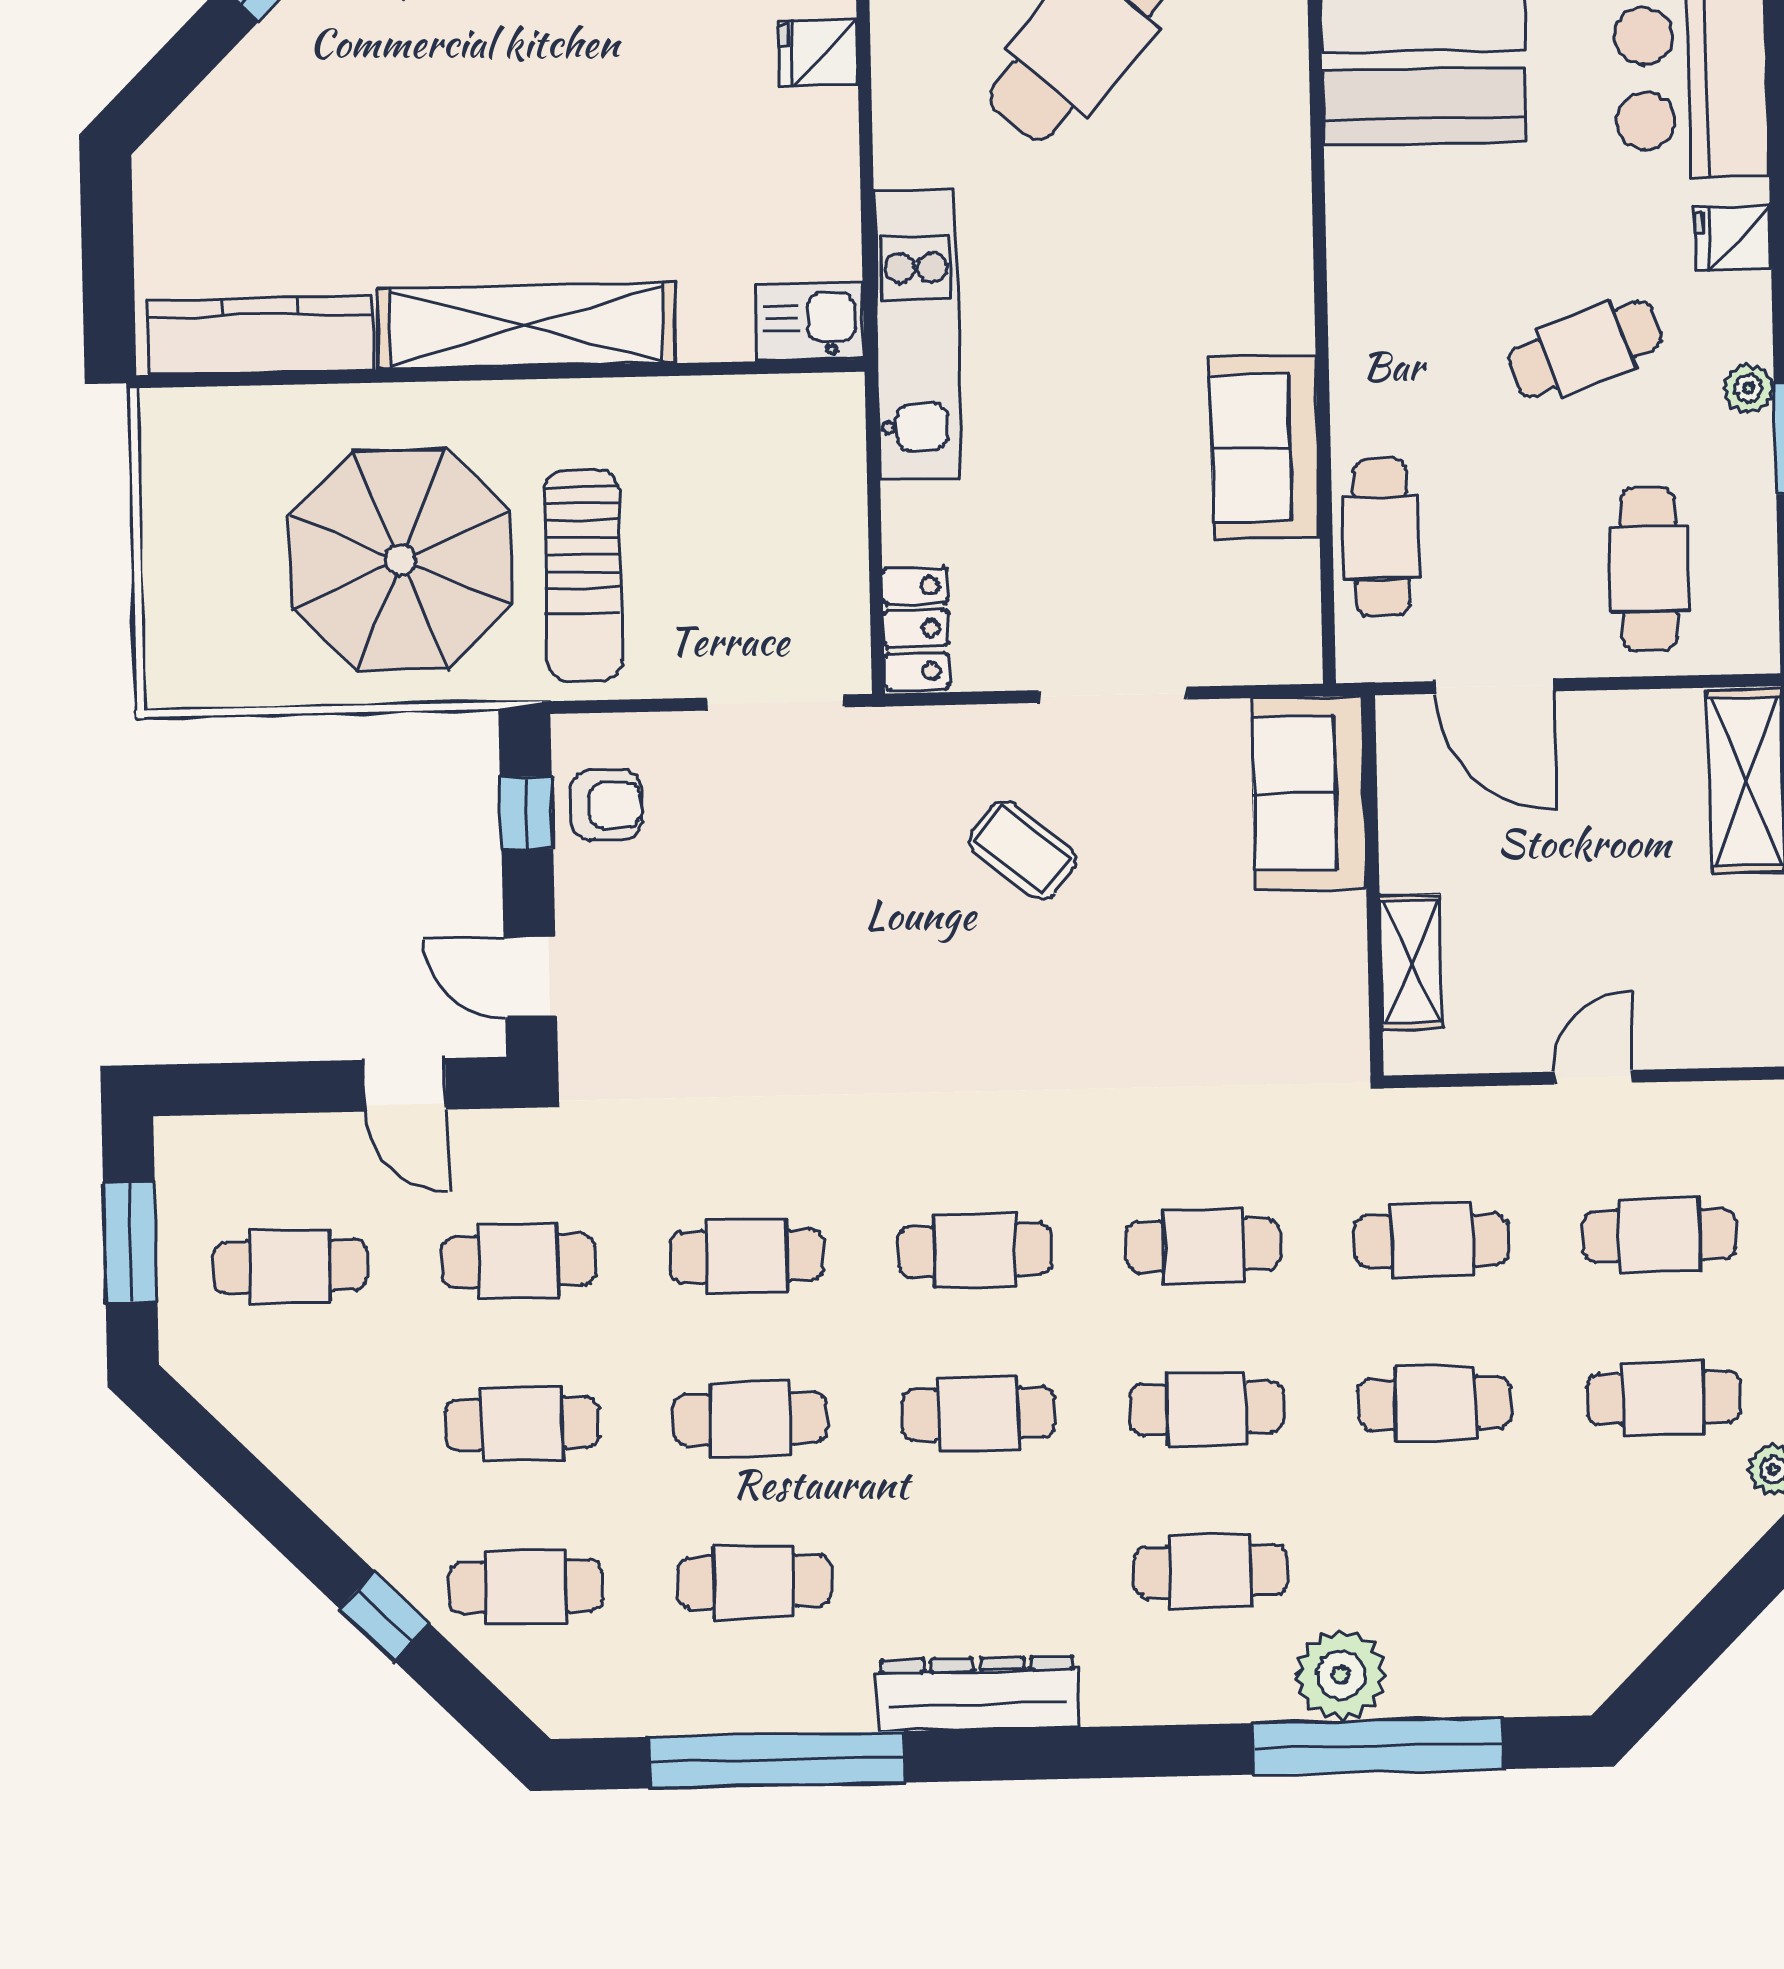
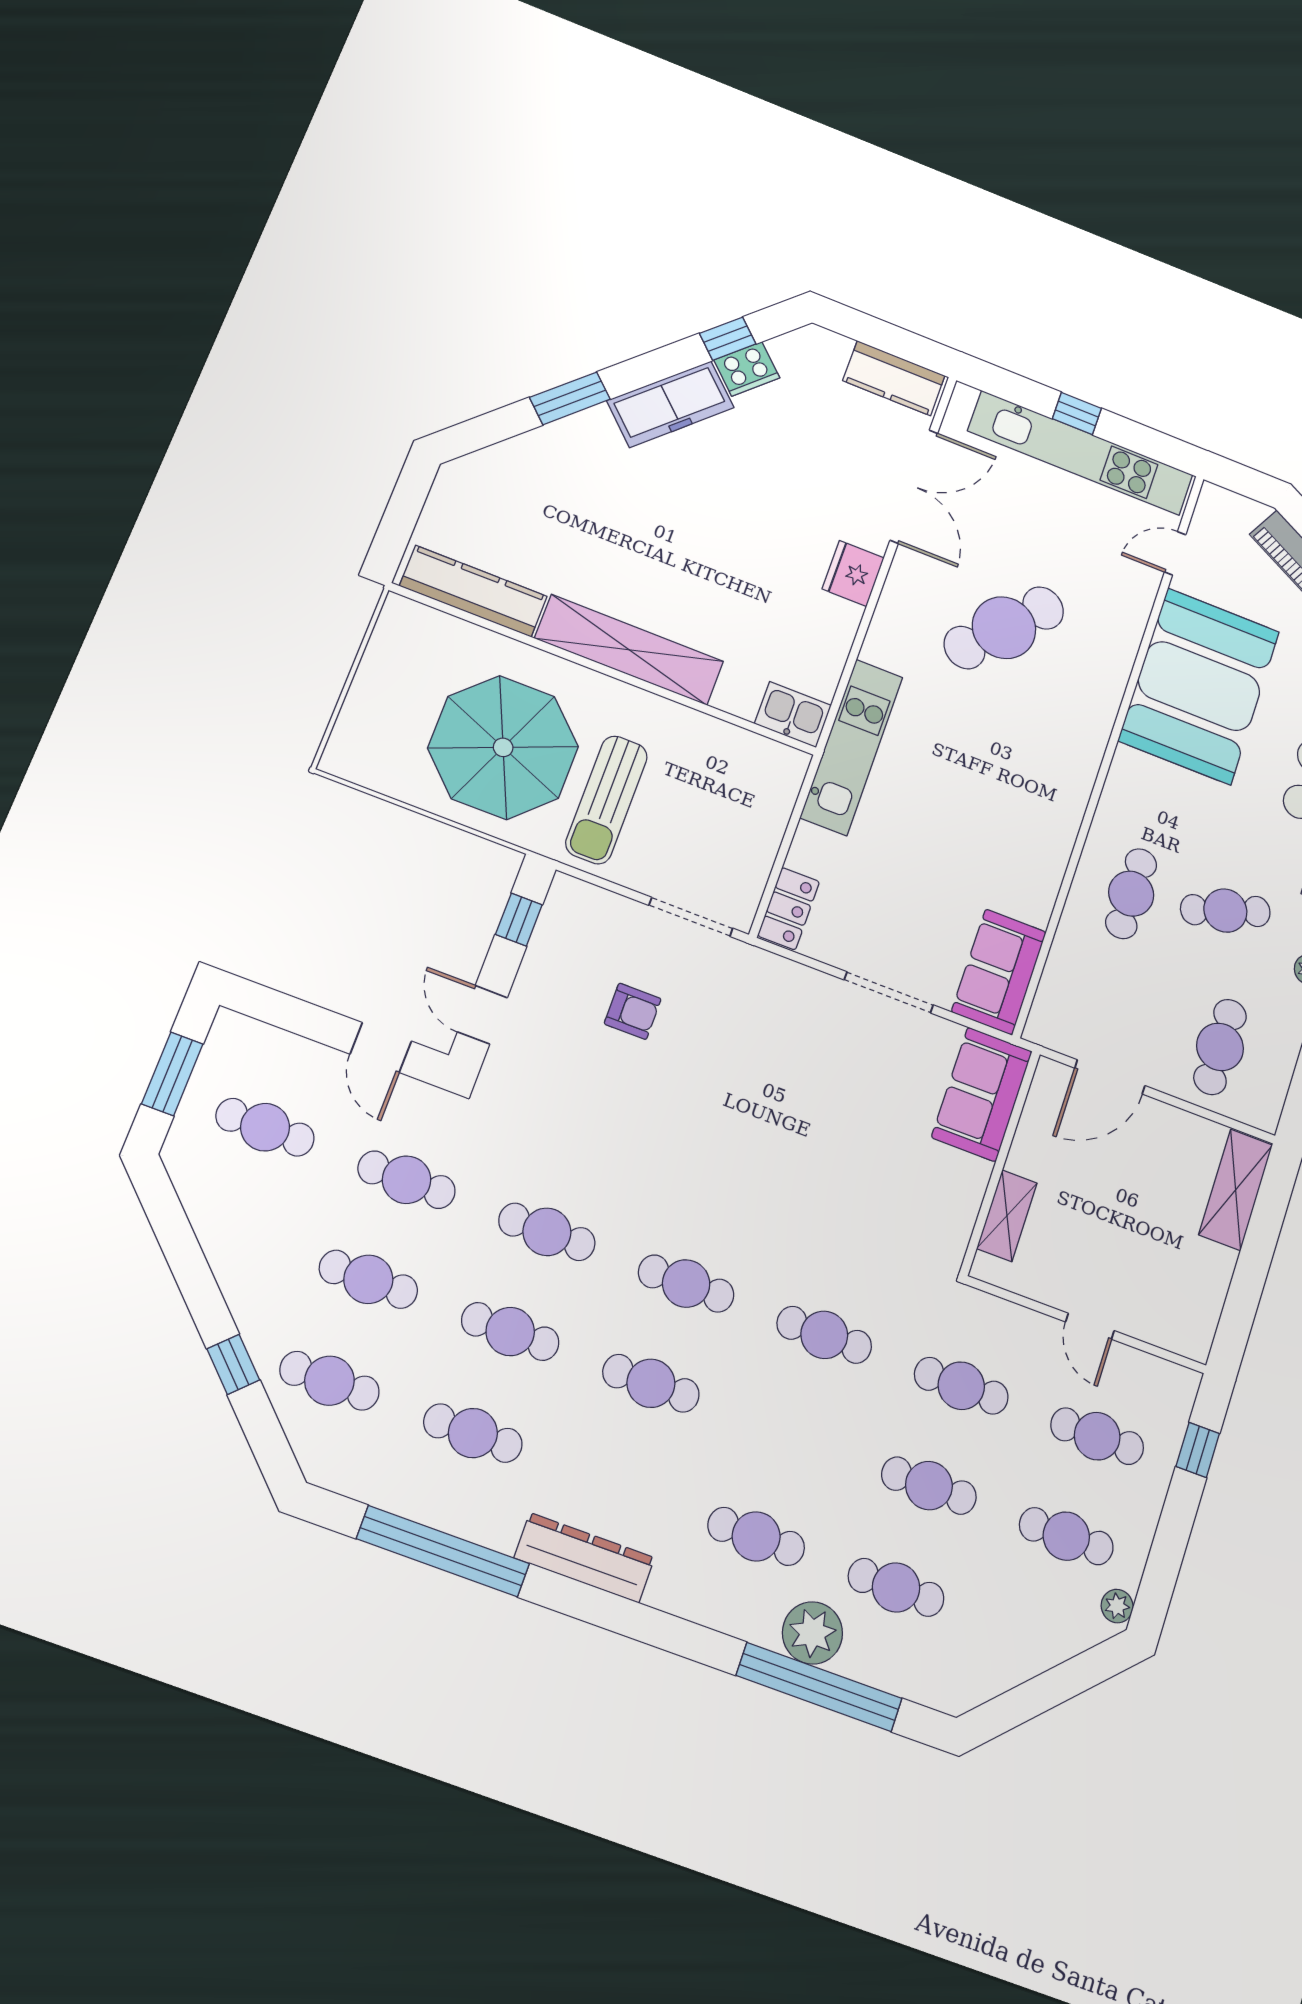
fridge: (818, 53) -> (853, 573), width x1.38
sofa: (1265, 447) -> (999, 972), moved
cafe table: (1381, 537) -> (1131, 894), moved
door: (1494, 686) -> (1110, 1077), hinge flipped
armchair: (607, 805) -> (633, 1011), moved
coffee table: (1023, 850) -> (803, 1060), removed
door: (1593, 1077) -> (1090, 1326), swing flipped
cafe table: (1207, 1408) -> (896, 1587), moved

